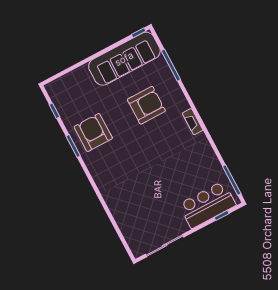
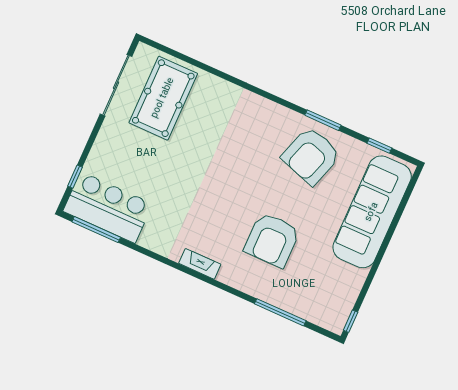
sofa: (124, 59) -> (372, 212), moved
armchair: (93, 133) -> (311, 156), turned 108
bar counter: (207, 205) -> (108, 207), moved, turned -90
pool table: (146, 220) -> (163, 98), added

